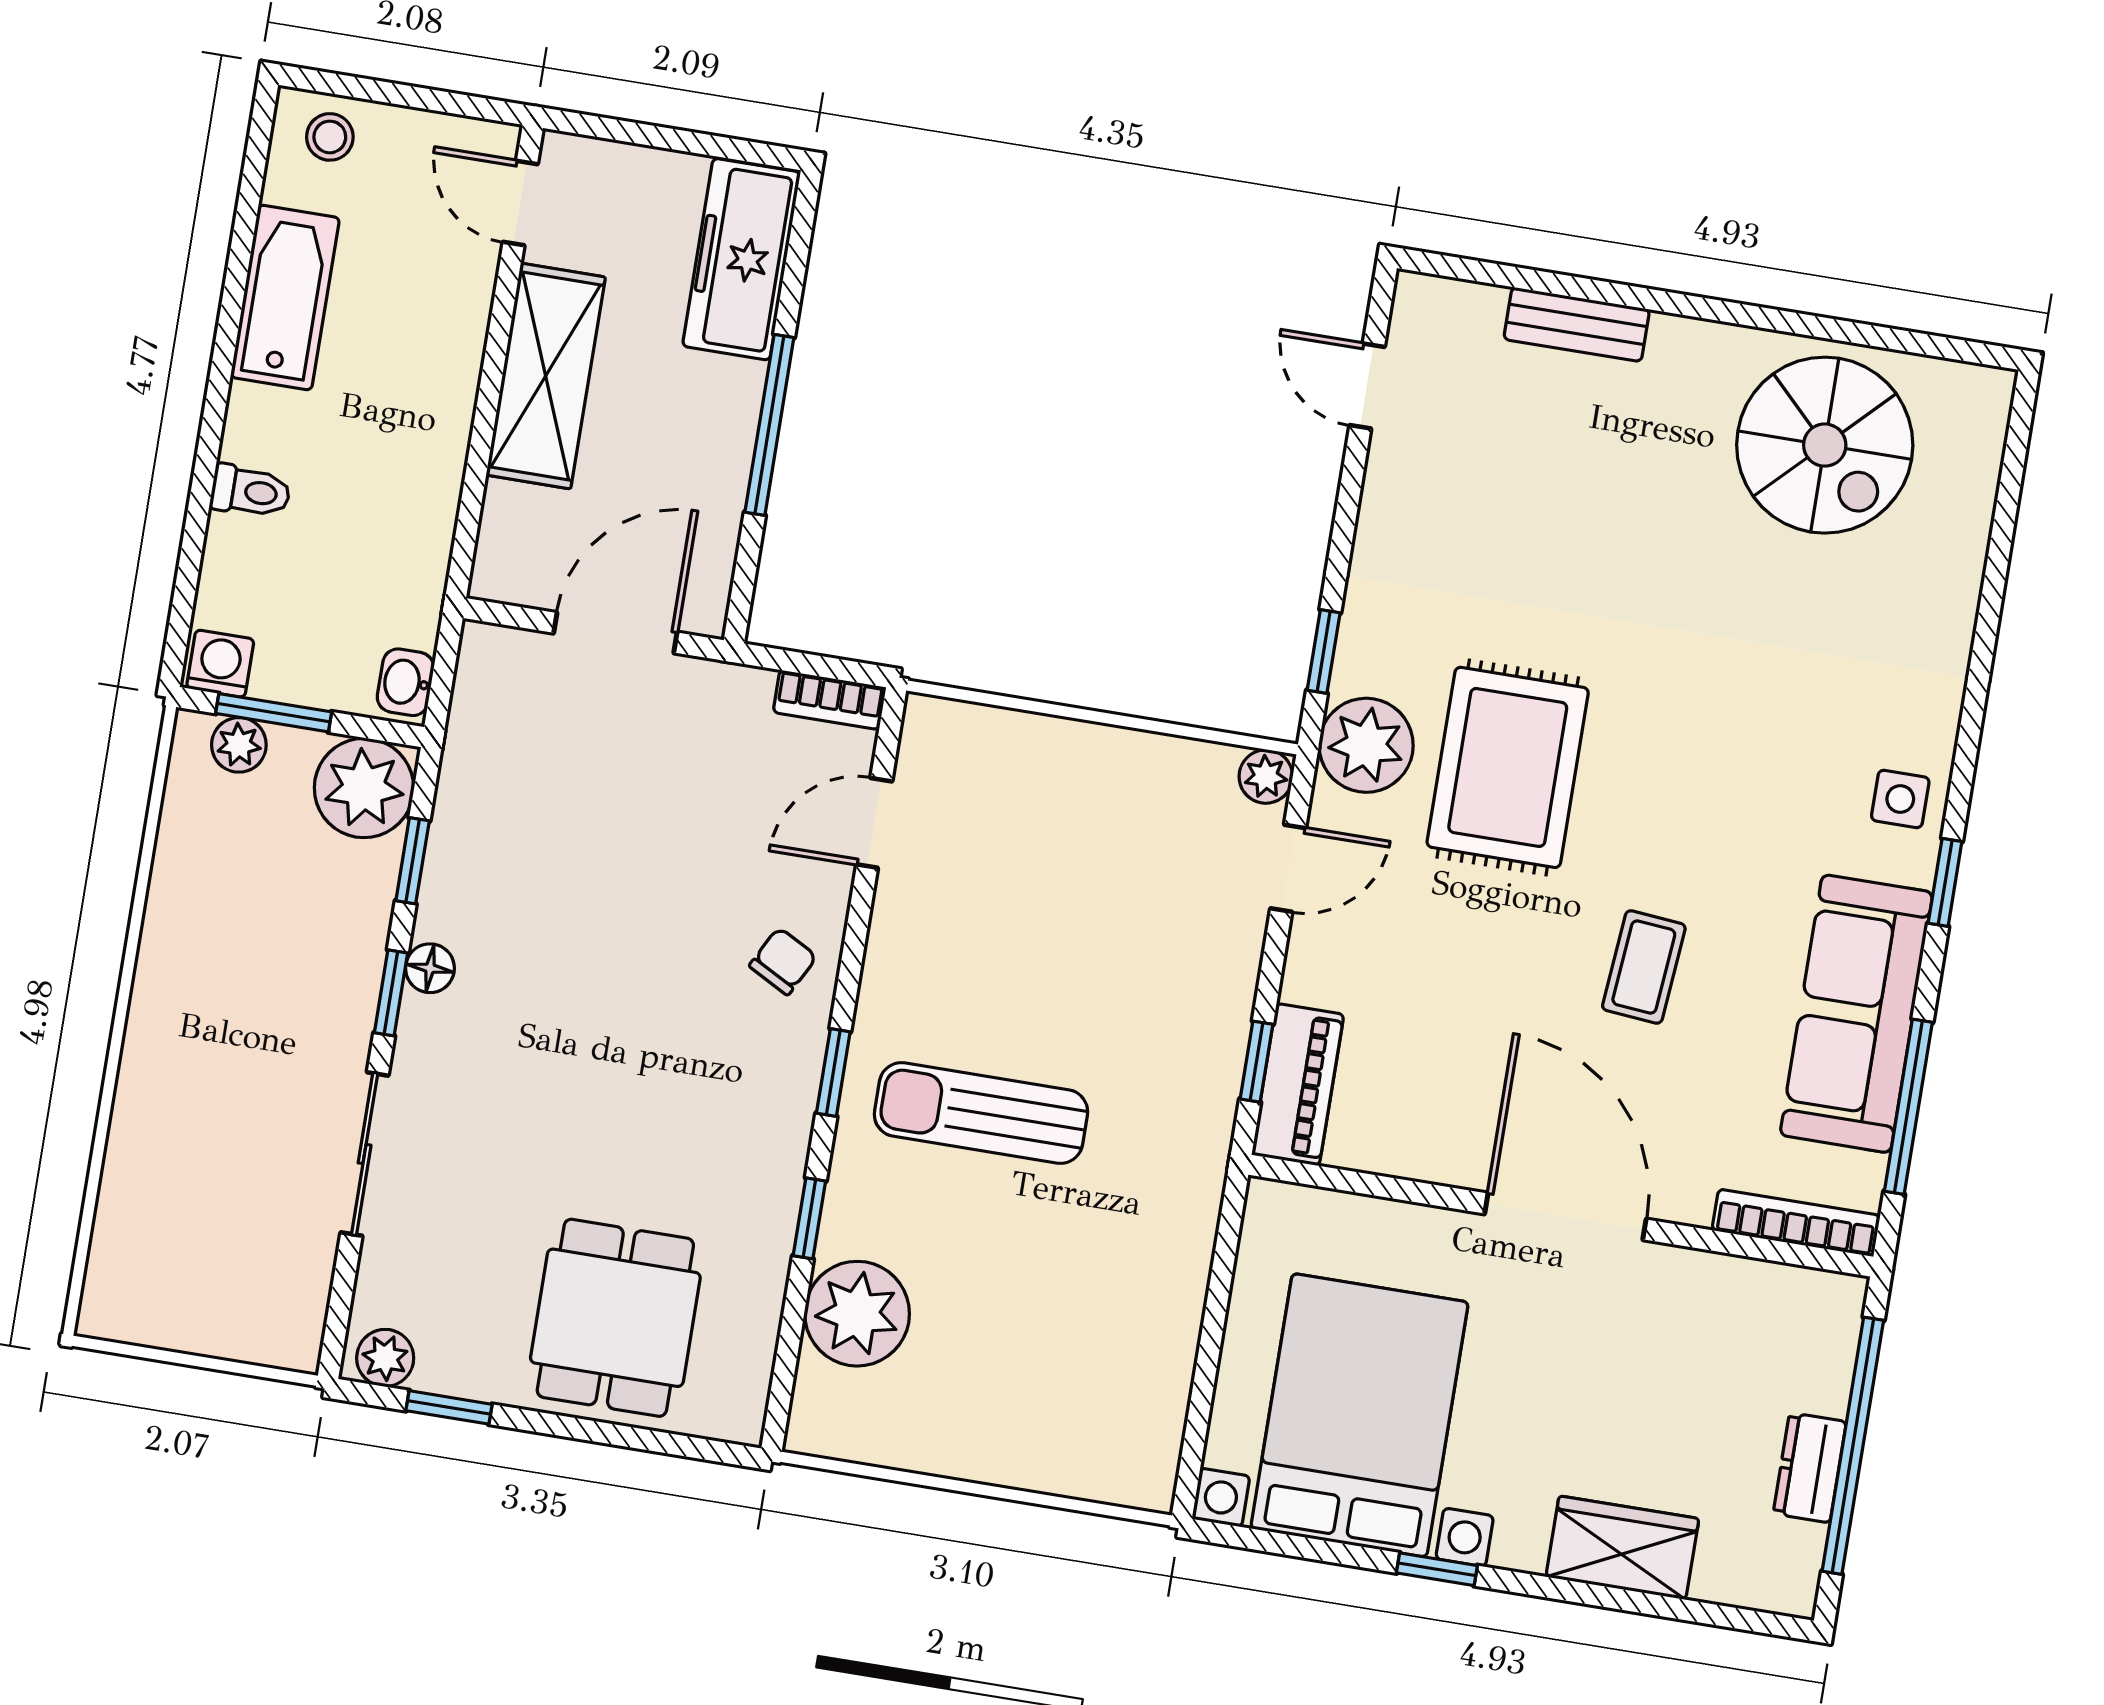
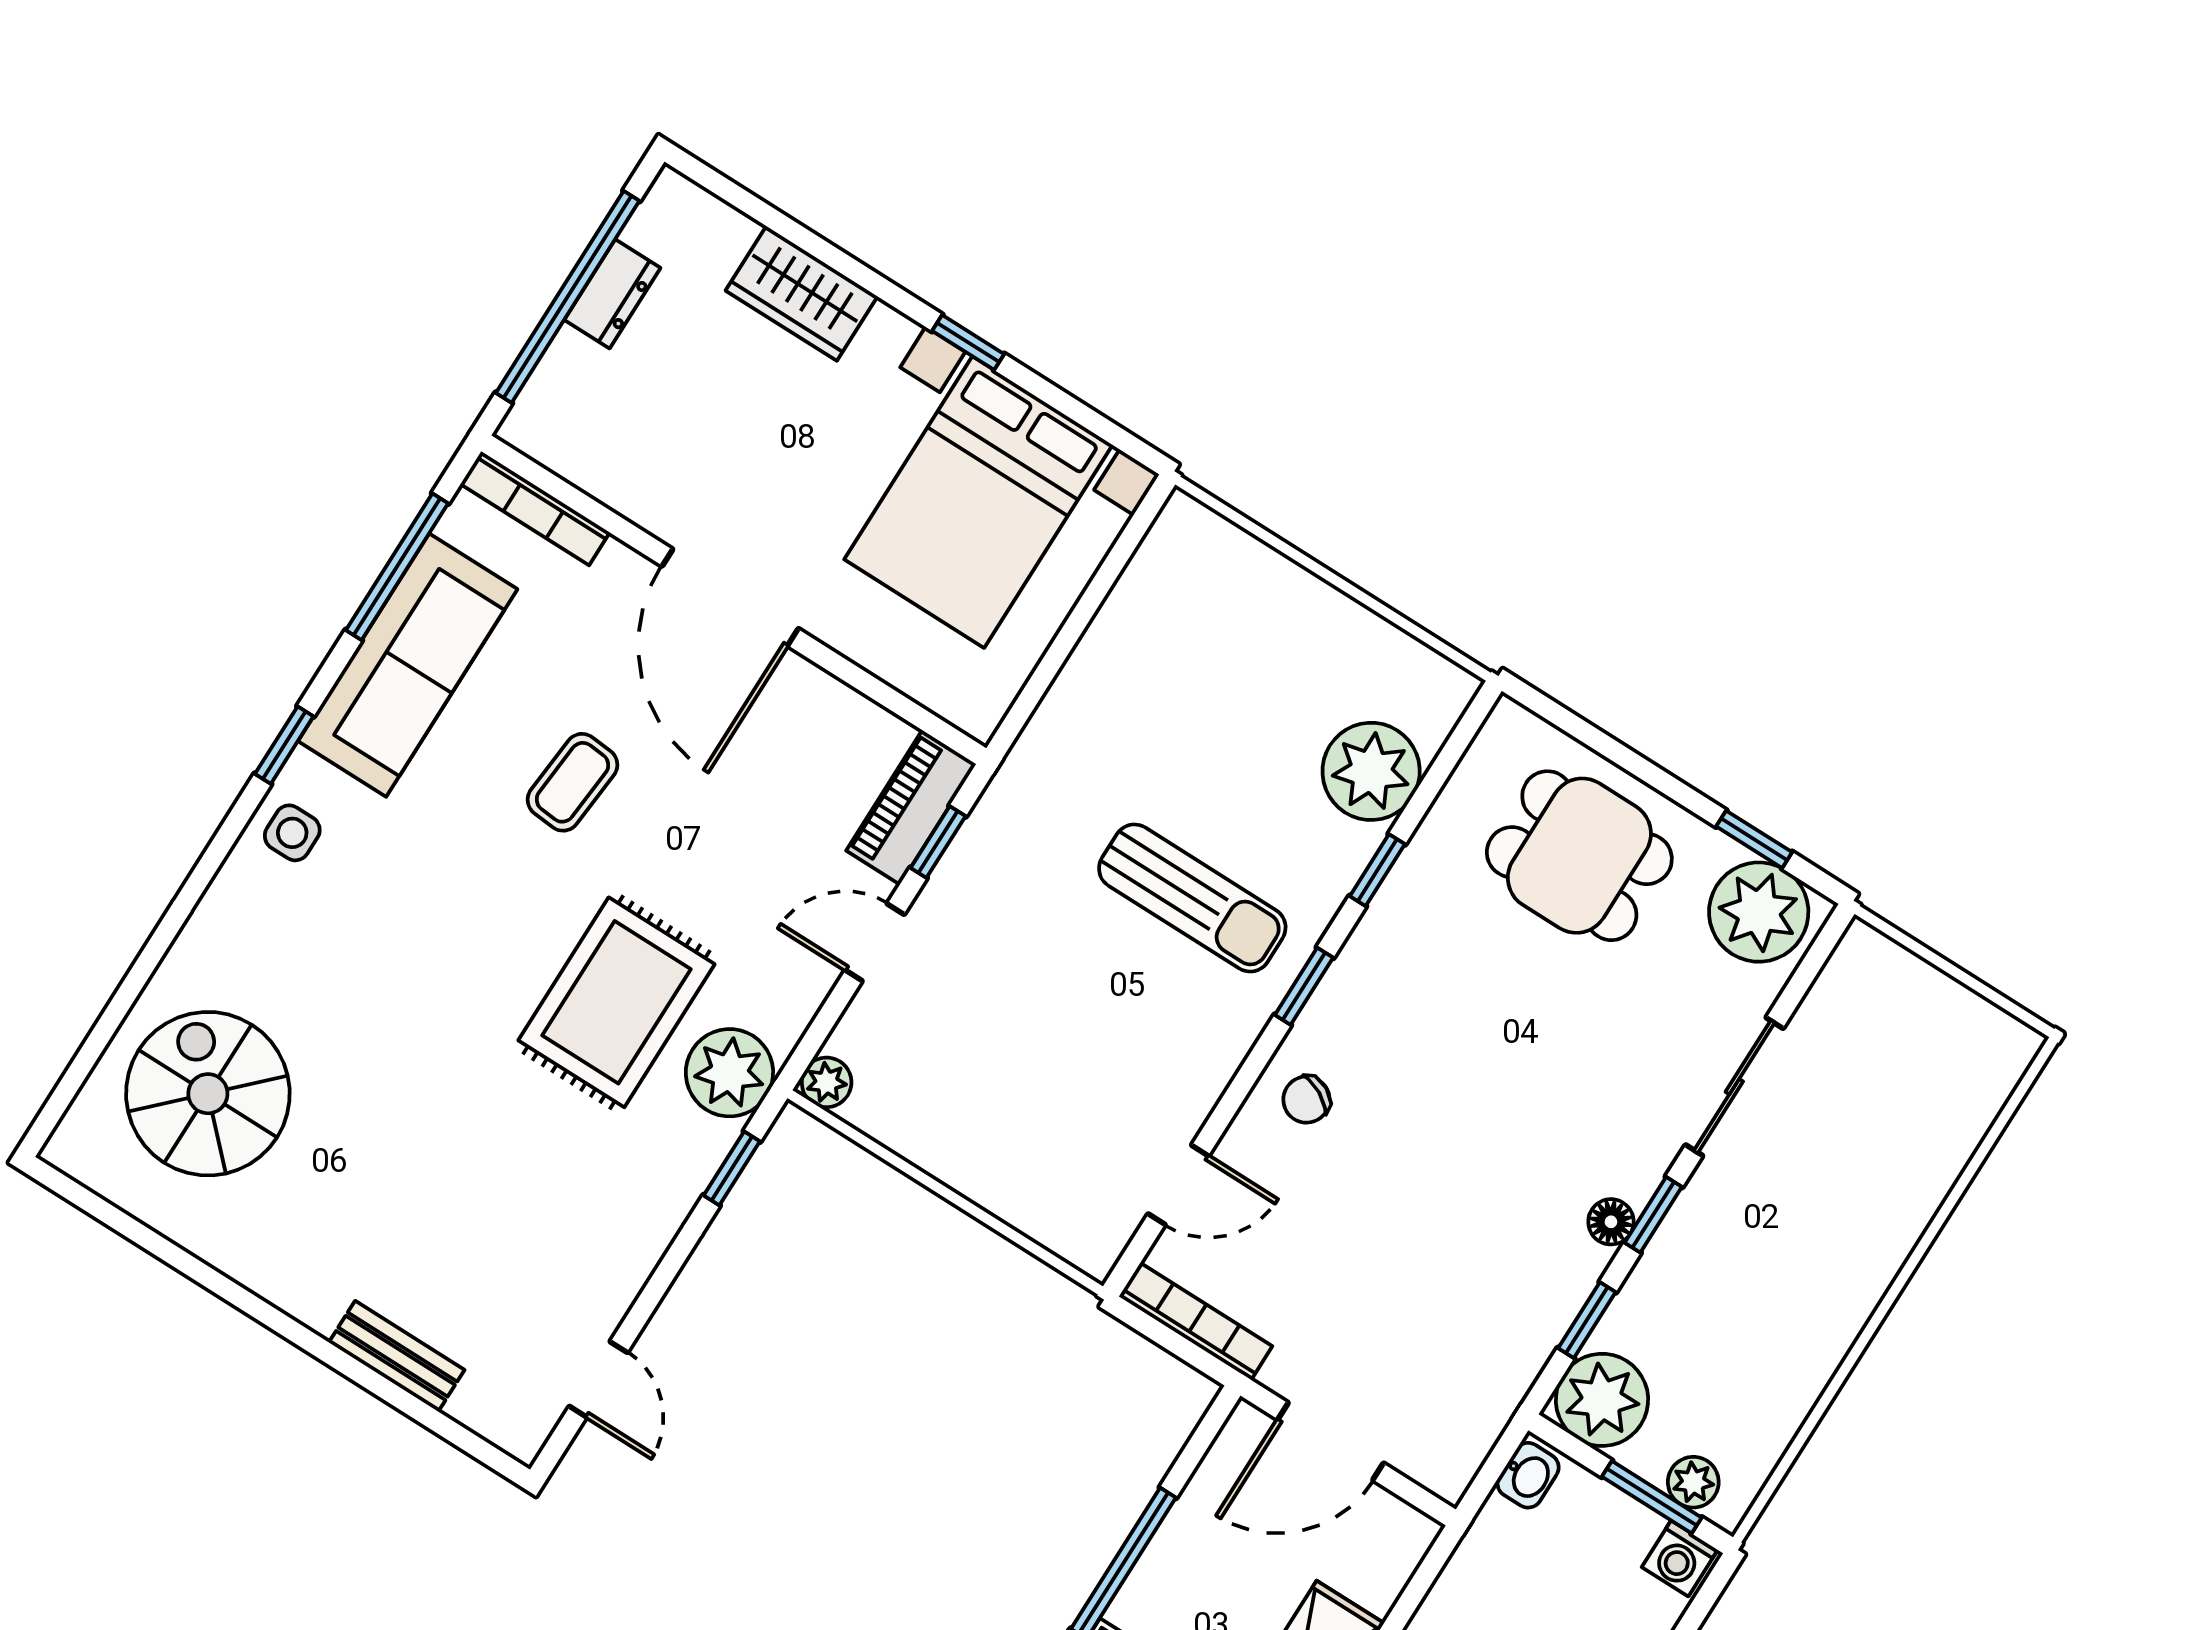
spiral stairs: (1825, 445) -> (208, 1094), moved
bookcase: (830, 700) -> (1196, 1321), width x1.56
door: (1288, 868) -> (875, 942), moved
dining table: (615, 1318) -> (1579, 856), turned 90
plant: (385, 1358) -> (1759, 912), width x1.87, depth x1.87

